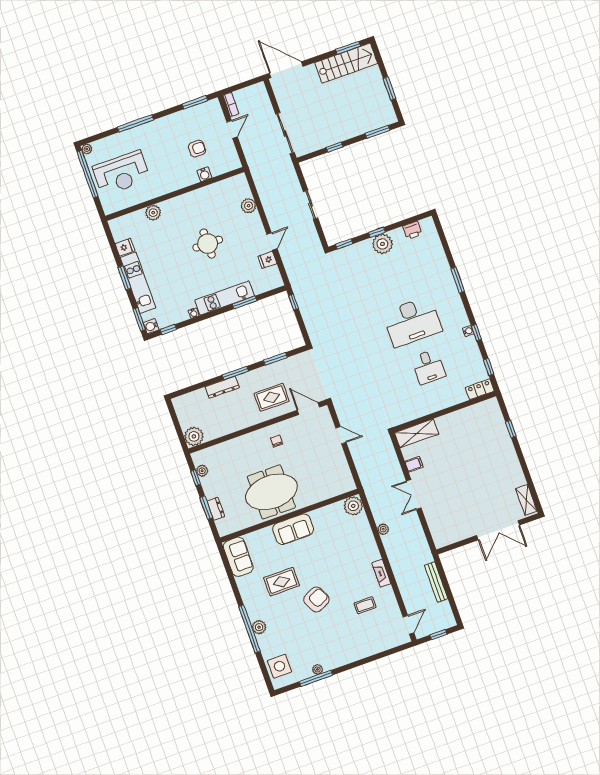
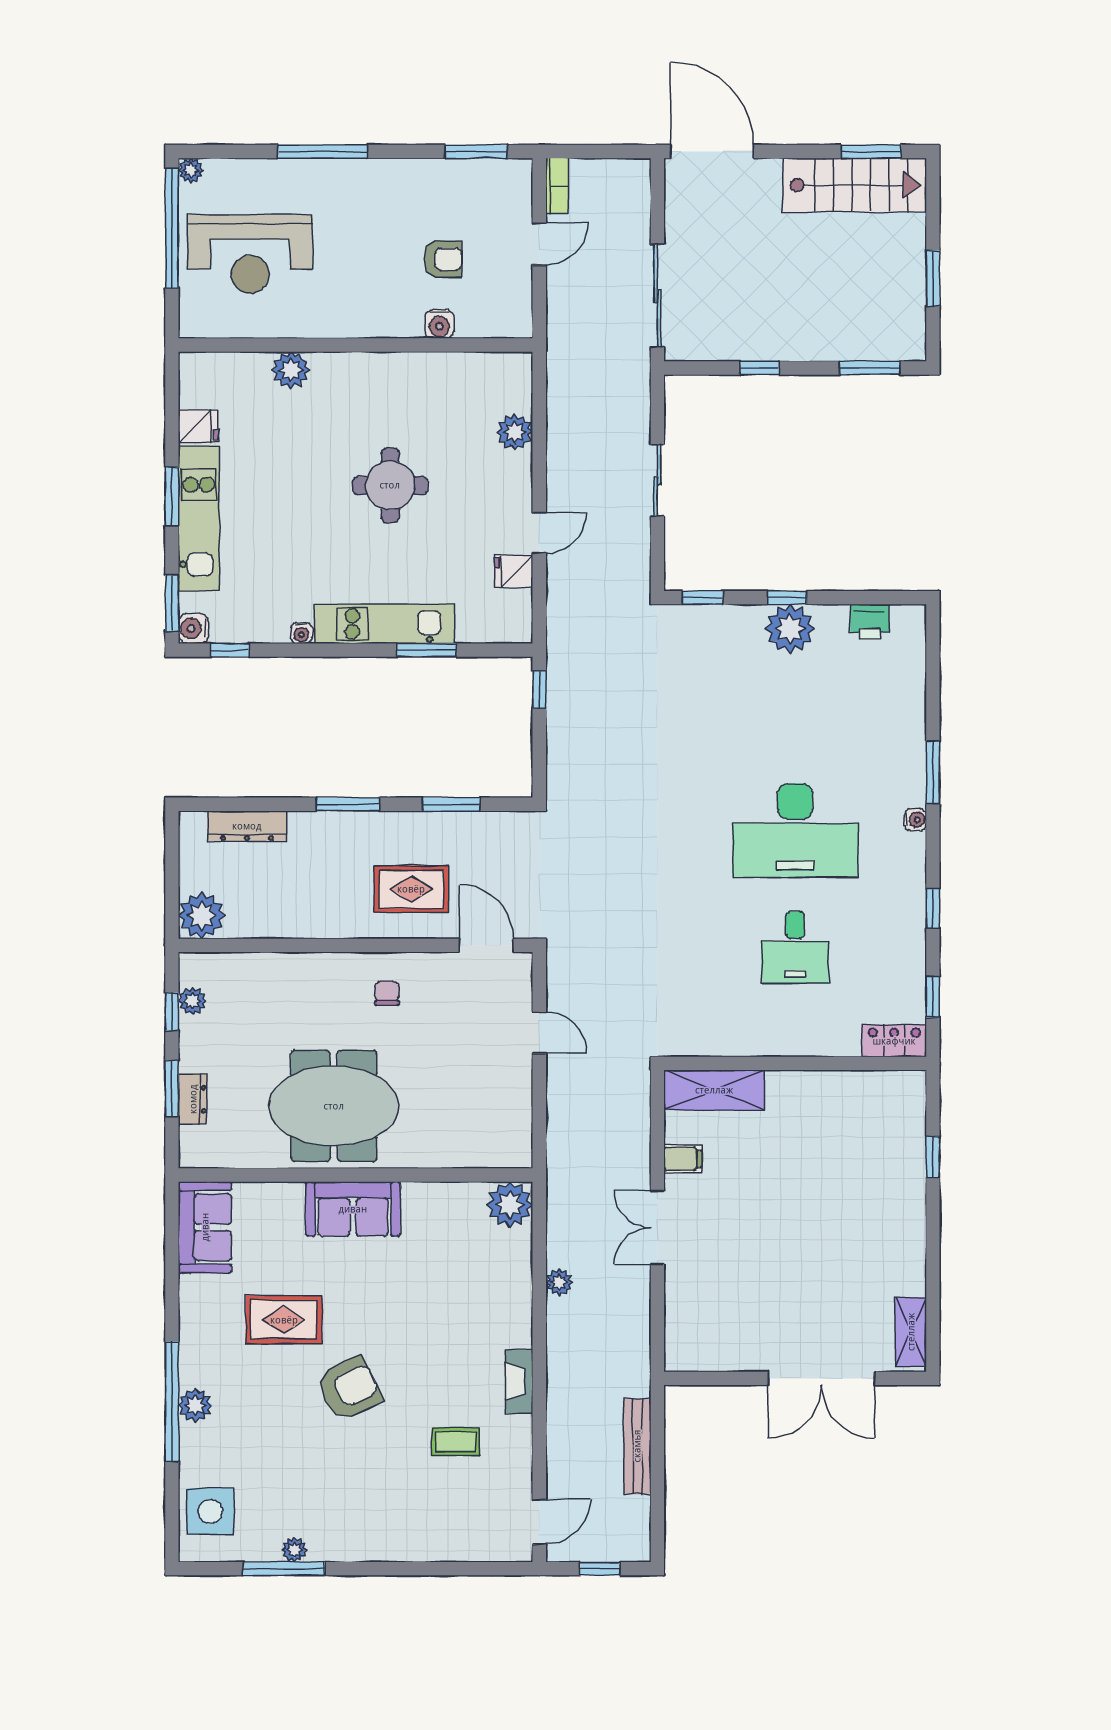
water cooler: (468, 331) -> (915, 820), moved
dresser: (222, 387) -> (247, 826), moved

